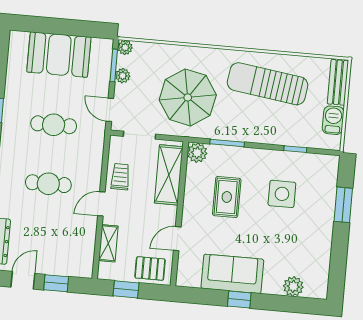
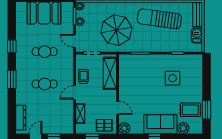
plant: (197, 153) -> (124, 128), moved
rug: (227, 197) -> (190, 110), moved, turned 90
window: (343, 205) -> (207, 110), moved
door: (177, 239) -> (118, 108), swing flipped
sofa: (232, 274) -> (160, 124), moved

